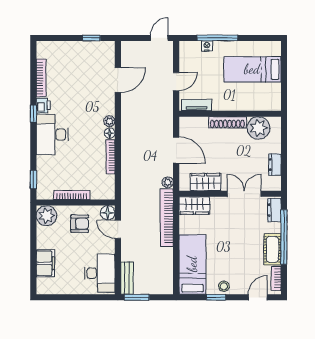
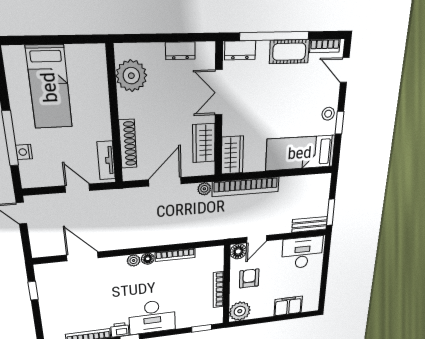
shoe rack: (227, 122) -> (128, 144), moved

